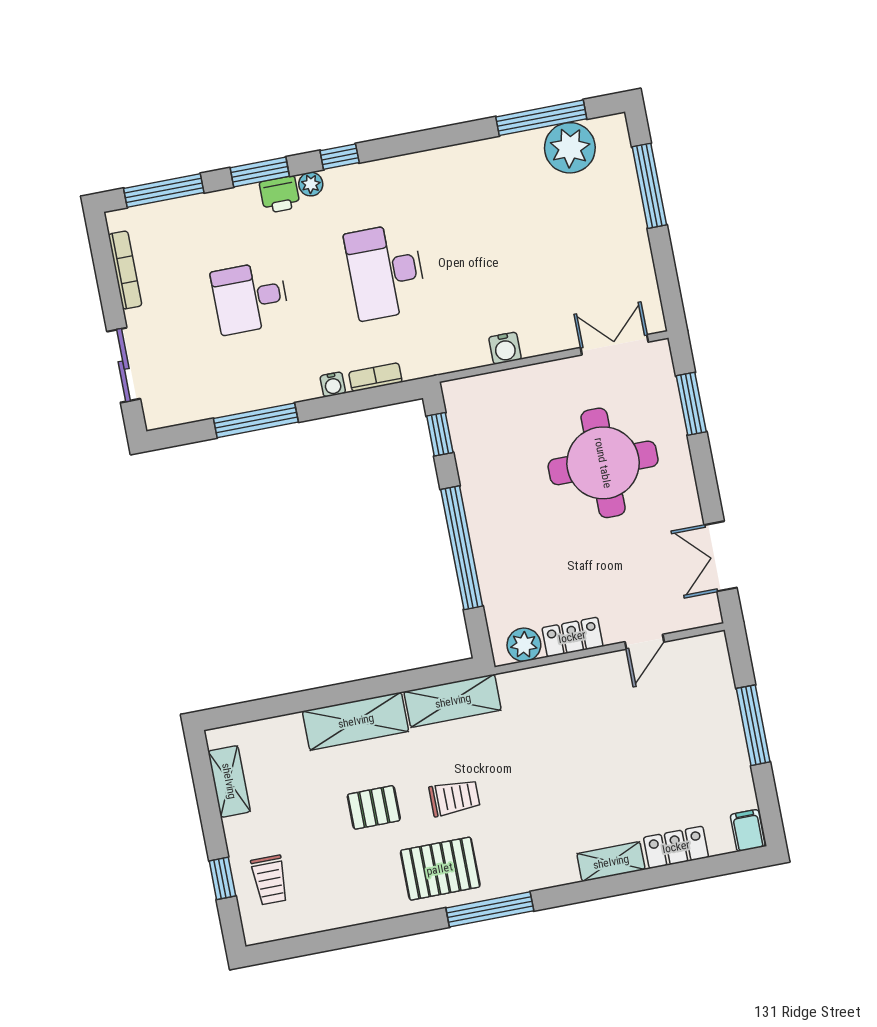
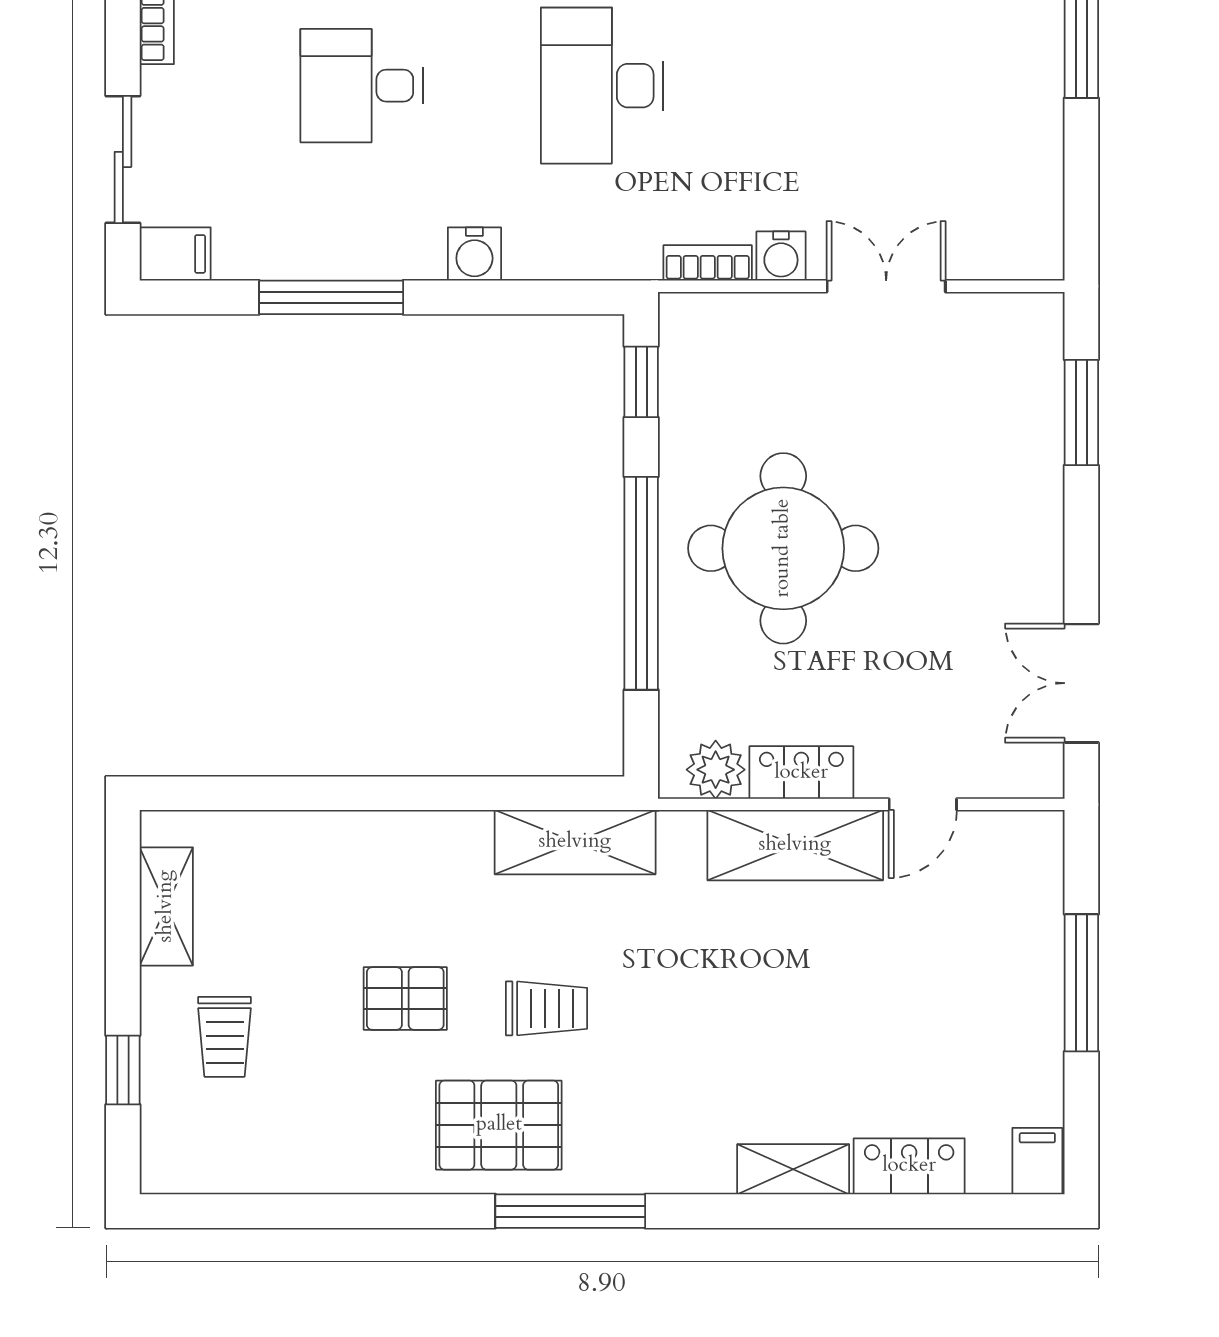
double door: (614, 345) -> (886, 286), moved
bookcase: (375, 377) -> (708, 263), moved
water cooler: (333, 384) -> (474, 254), width x1.38, depth x1.38
filing cabinet: (163, 413) -> (175, 254), added
round table: (603, 463) -> (783, 548), moved
shelving: (356, 721) -> (795, 845), moved
trolley: (270, 880) -> (225, 1037), moved

